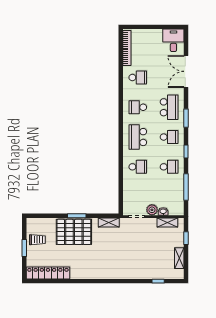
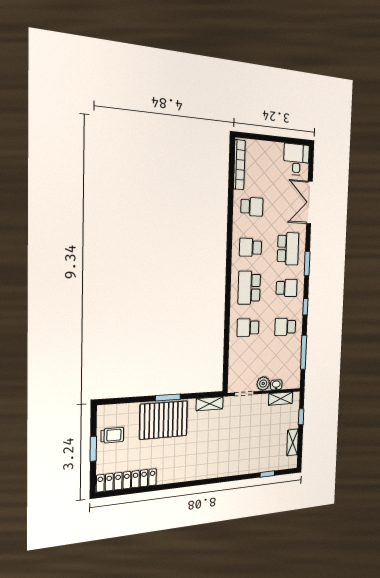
school desk: (138, 167) -> (248, 328), turned 180
school desk: (169, 167) -> (285, 327), turned 180

